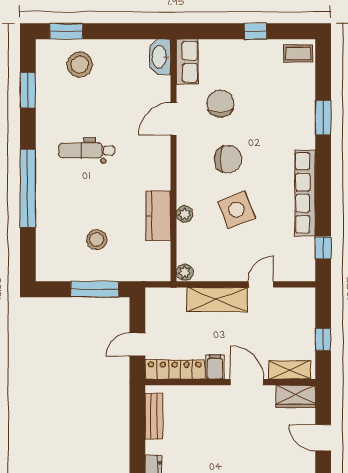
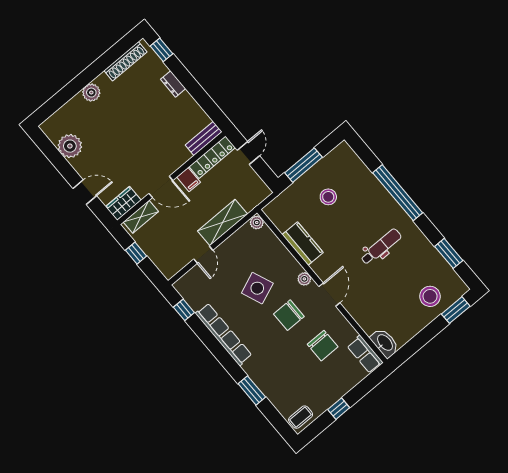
door: (174, 119) -> (329, 295), moved
plant: (185, 214) -> (304, 279), moved
bench: (154, 416) -> (204, 138), moved, turned 90

